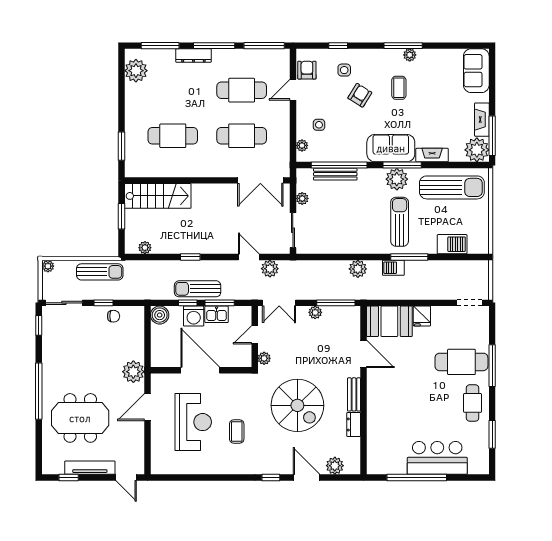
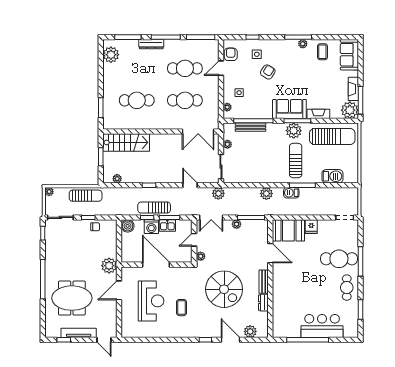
coffee table: (399, 88) -> (322, 52), moved
plant: (270, 269) -> (218, 193), moved

